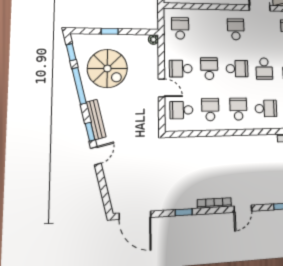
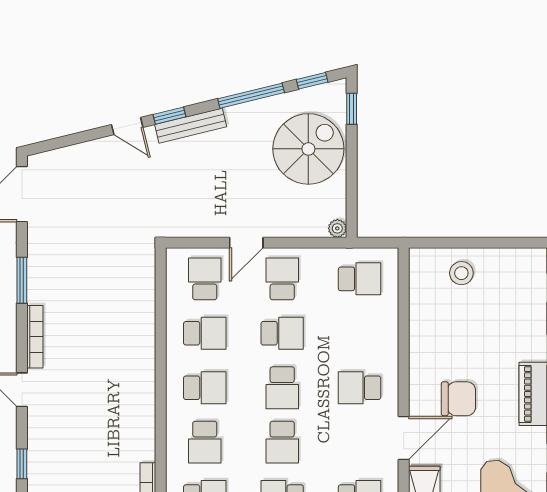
school desk: (236, 29) -> (360, 388), turned 180
window: (110, 31) -> (352, 109), moved
spiral stairs: (107, 68) -> (308, 149), moved, turned 180
school desk: (264, 69) -> (282, 442), turned -90
window: (184, 212) -> (22, 280), width x1.50

